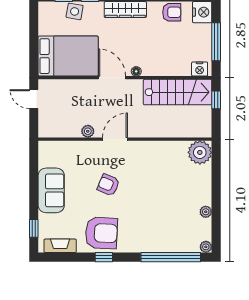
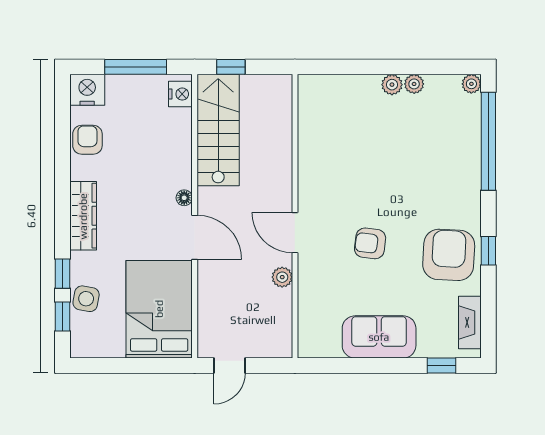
door: (112, 78) -> (195, 237), swing flipped
plant: (200, 152) -> (392, 85), moved, width x0.53, depth x0.53
armchair: (108, 185) -> (370, 243), turned 74

